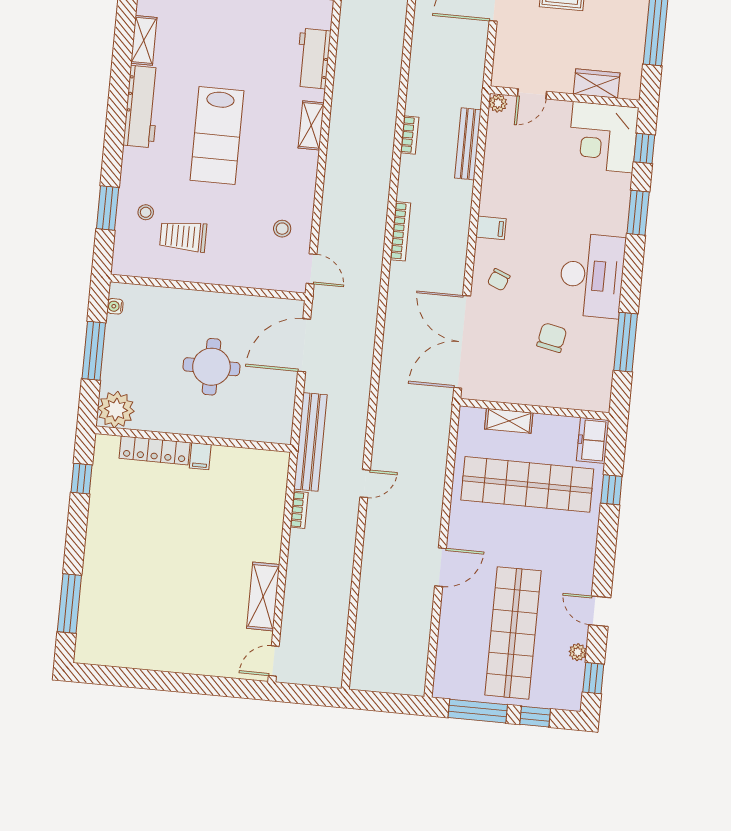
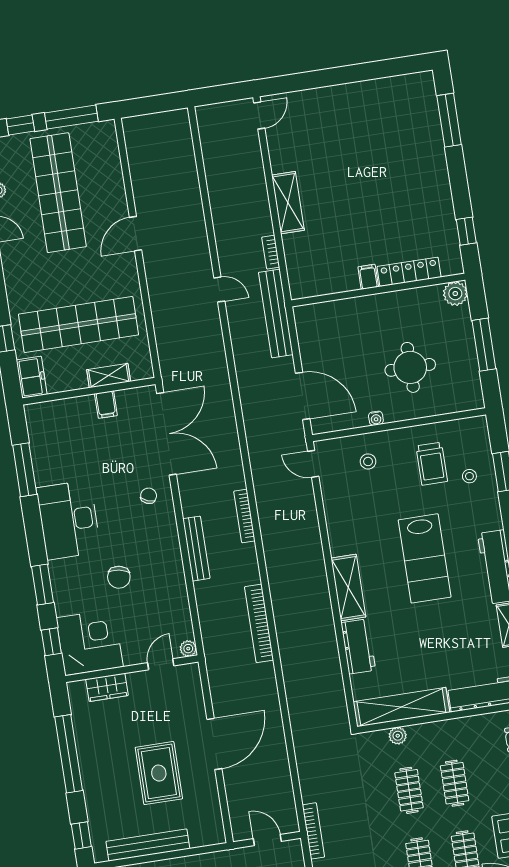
shelving: (311, 125) -> (348, 588), width x1.50, depth x1.33
lab bench: (217, 135) -> (425, 558), turned 180
bookcase: (410, 135) -> (259, 623), width x2.31, depth x1.31
bench: (468, 144) -> (196, 549), moved
filing cabinet: (491, 228) -> (106, 405), moved, turned -90
stool: (282, 229) -> (368, 461), moved
trolley: (183, 236) -> (432, 464), turned 90
water cooler: (115, 306) -> (376, 418), moved, turned 90
chair: (552, 338) -> (119, 577), moved
door: (304, 345) -> (303, 396), hinge flipped
round table: (211, 367) -> (410, 367), moved
plant: (116, 410) -> (455, 294), width x0.73, depth x0.73
door: (365, 484) -> (219, 289), swing flipped
shelving: (263, 596) -> (288, 203), moved

